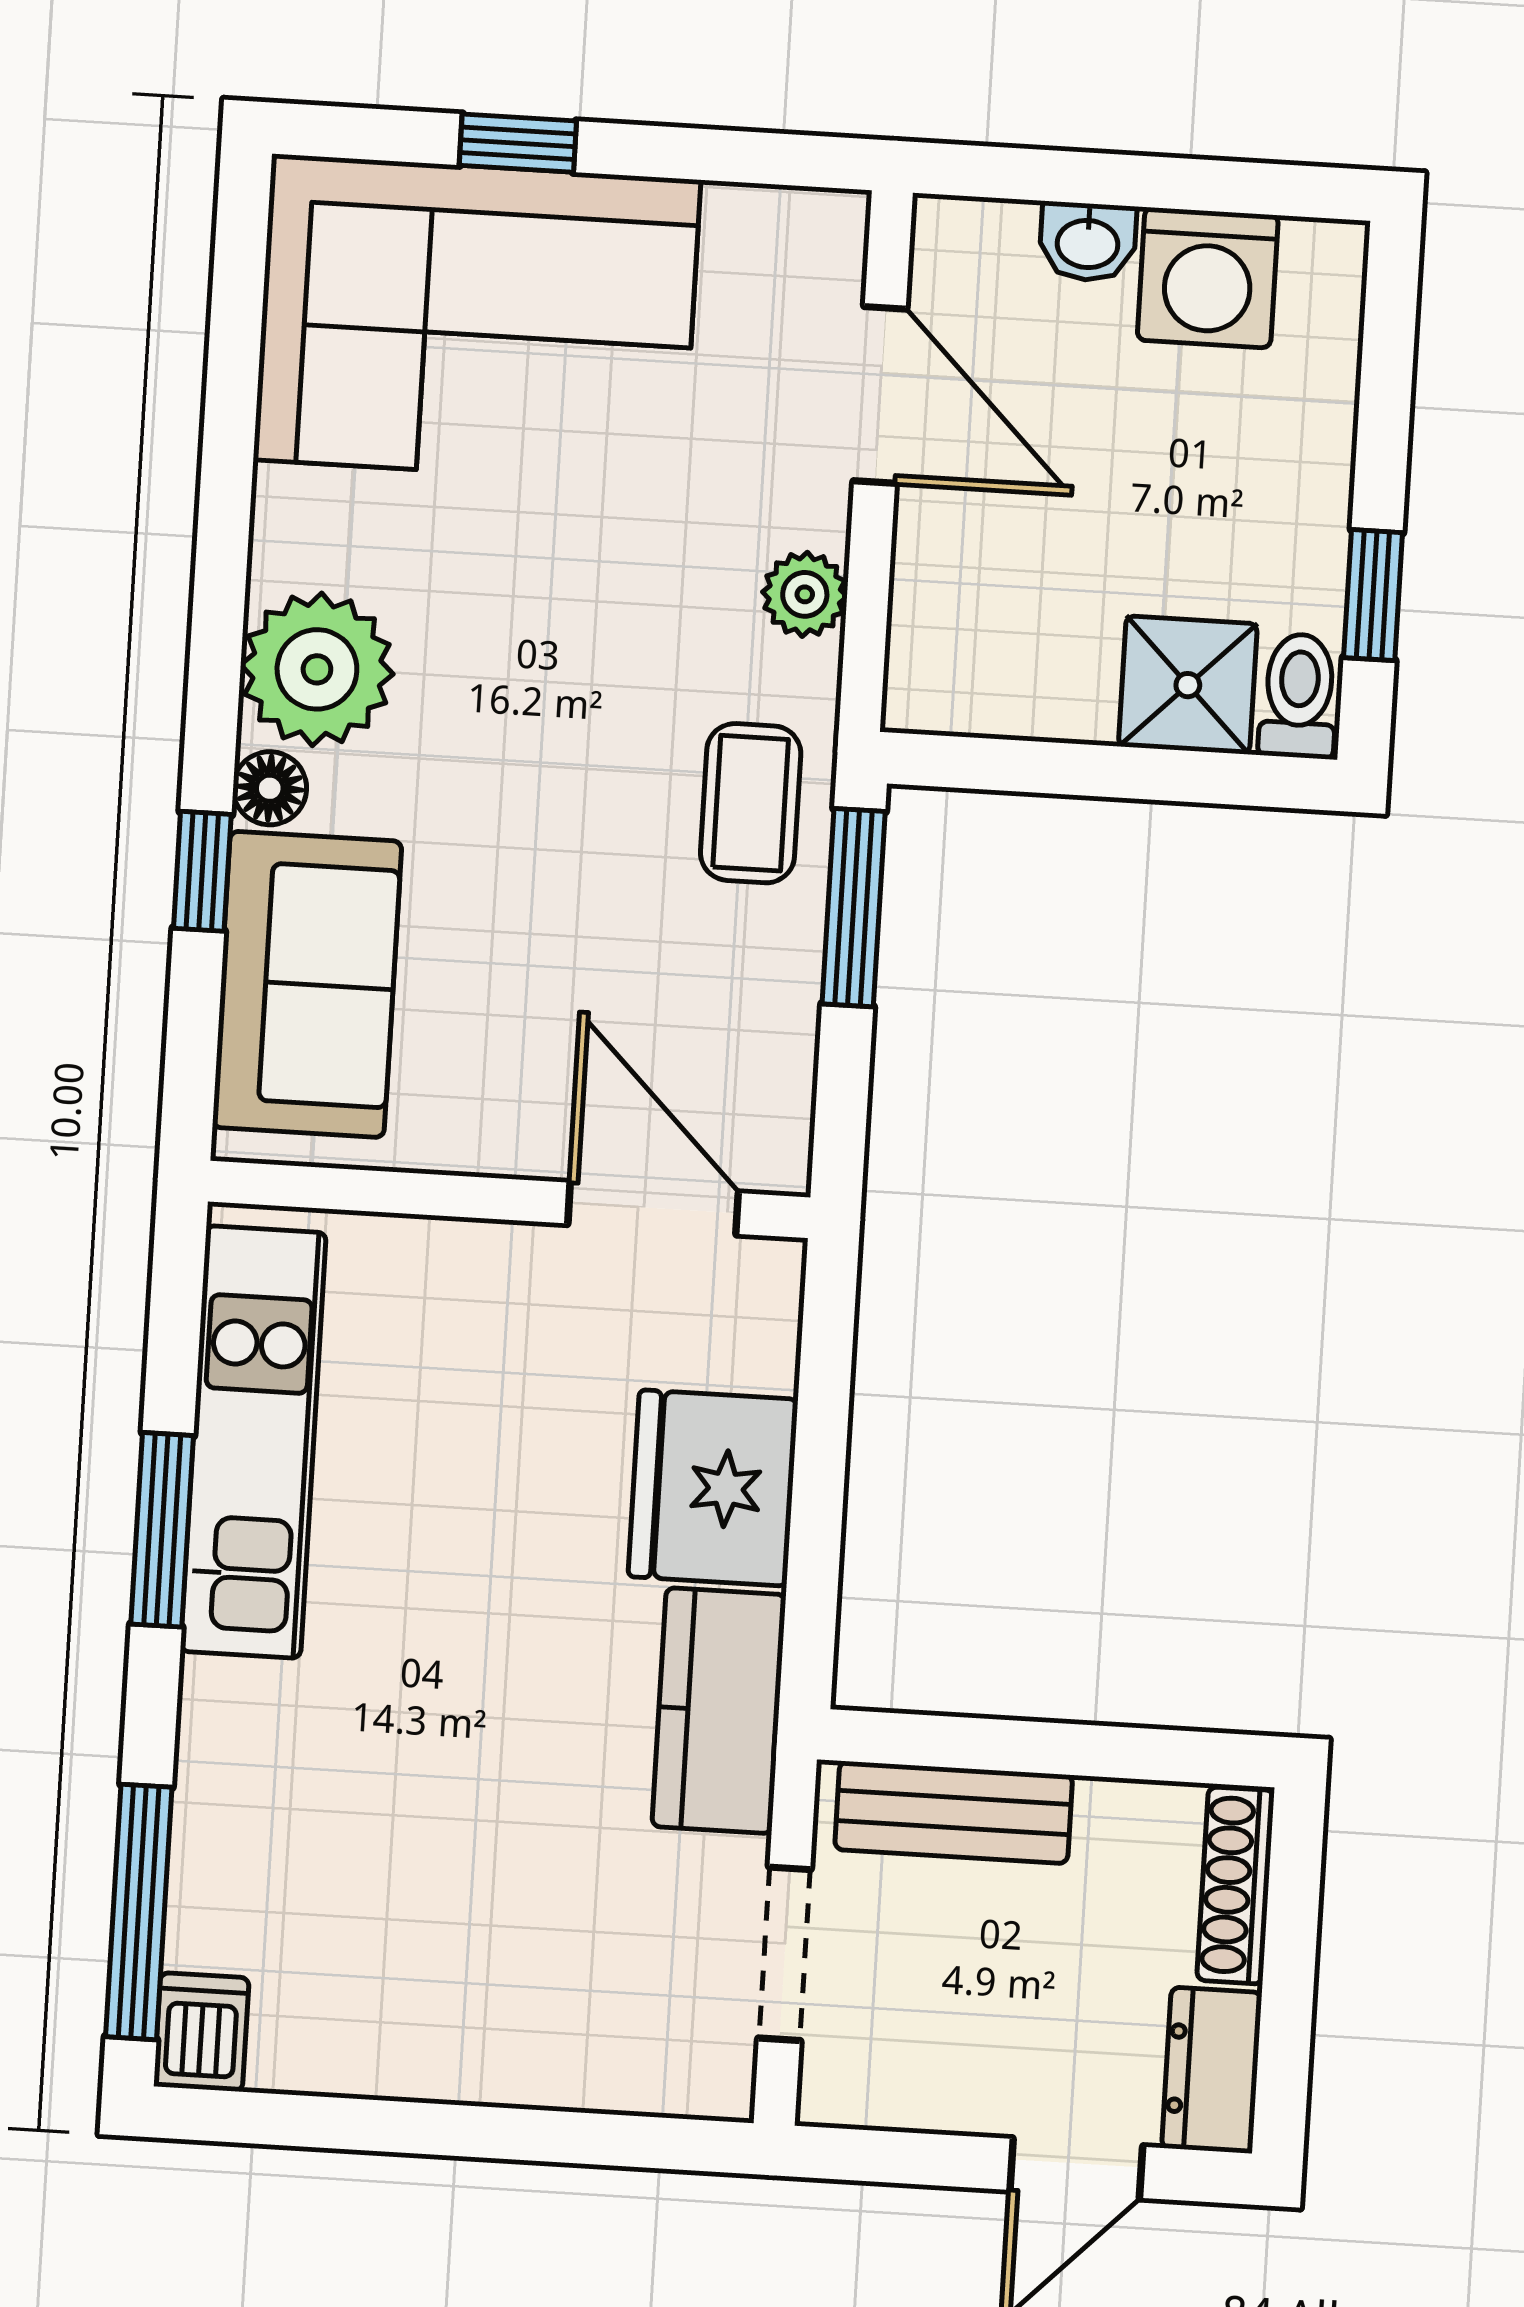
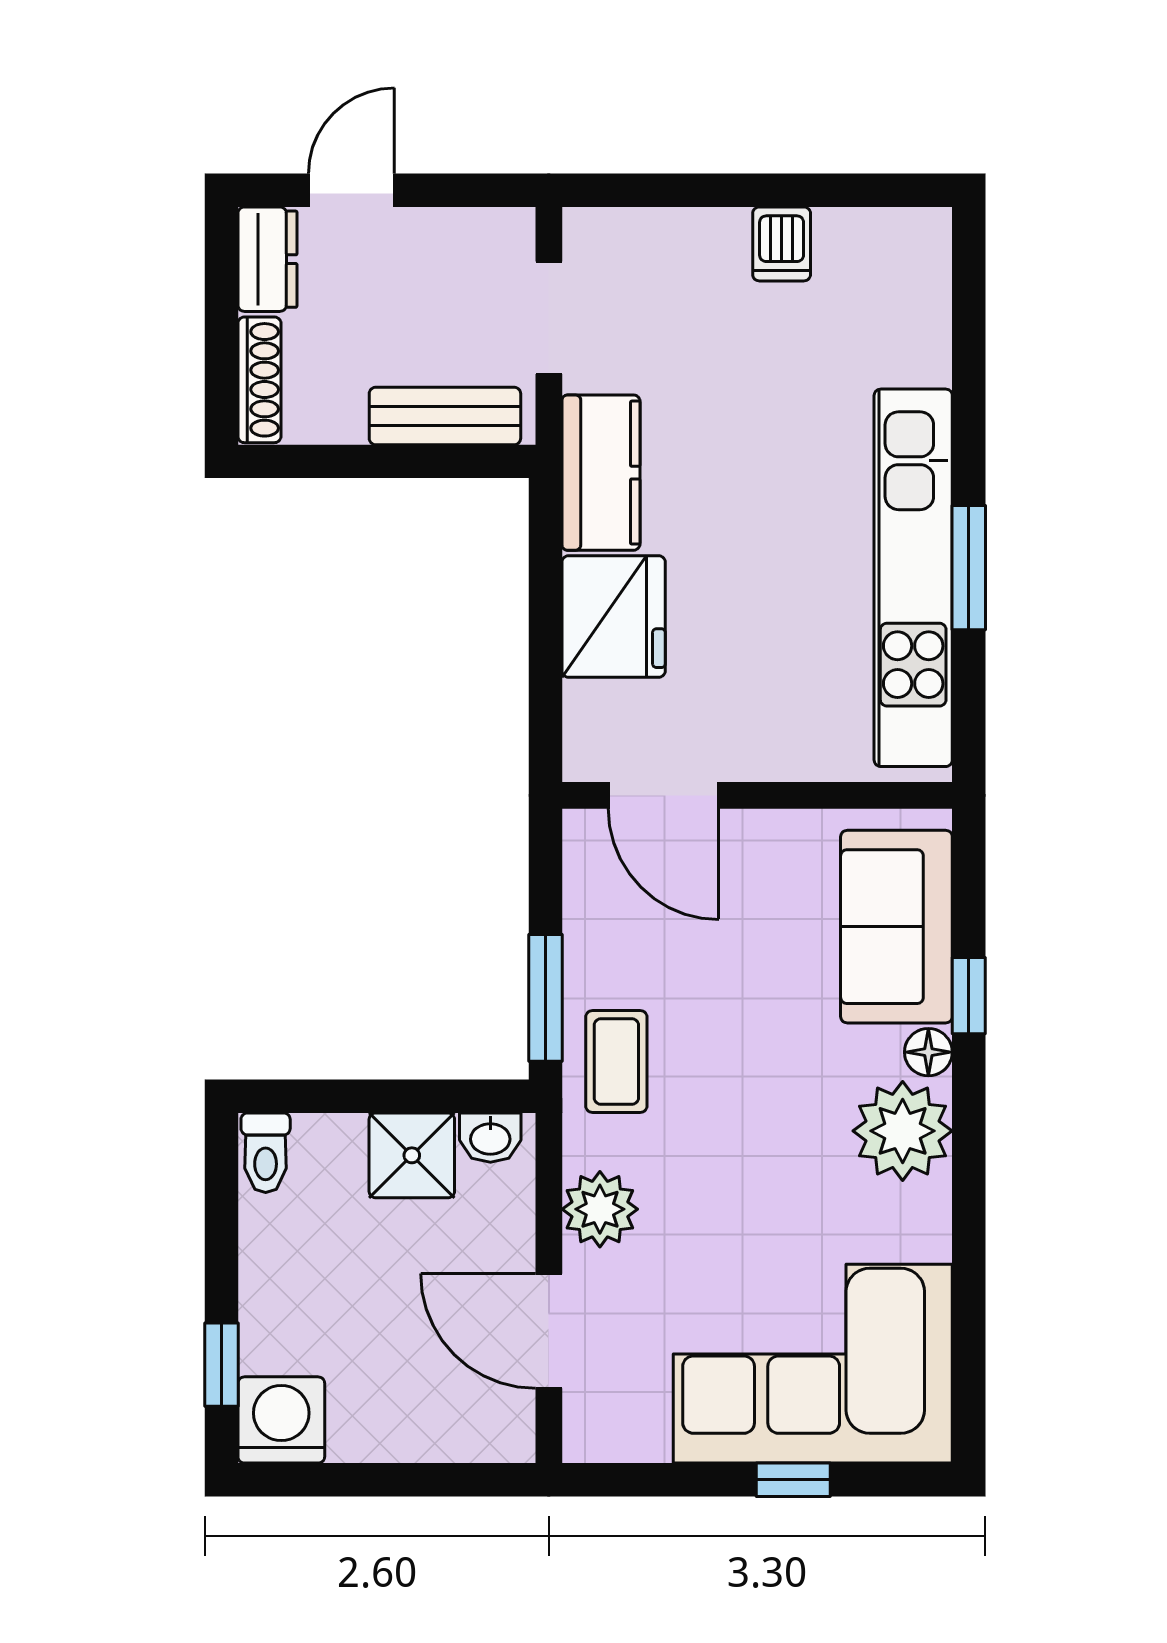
washbasin: (1088, 242) -> (490, 1138), moved, turned 180
washing machine: (1208, 278) -> (281, 1420), moved
plant: (805, 594) -> (600, 1209), width x1.38, depth x1.38
window: (1373, 595) -> (221, 1365), moved
shower: (1188, 685) -> (412, 1155), moved
kitchen unit: (253, 1442) -> (913, 578), width x1.36
window: (139, 1912) -> (969, 319), removed
dishwasher: (201, 2032) -> (782, 244), moved

